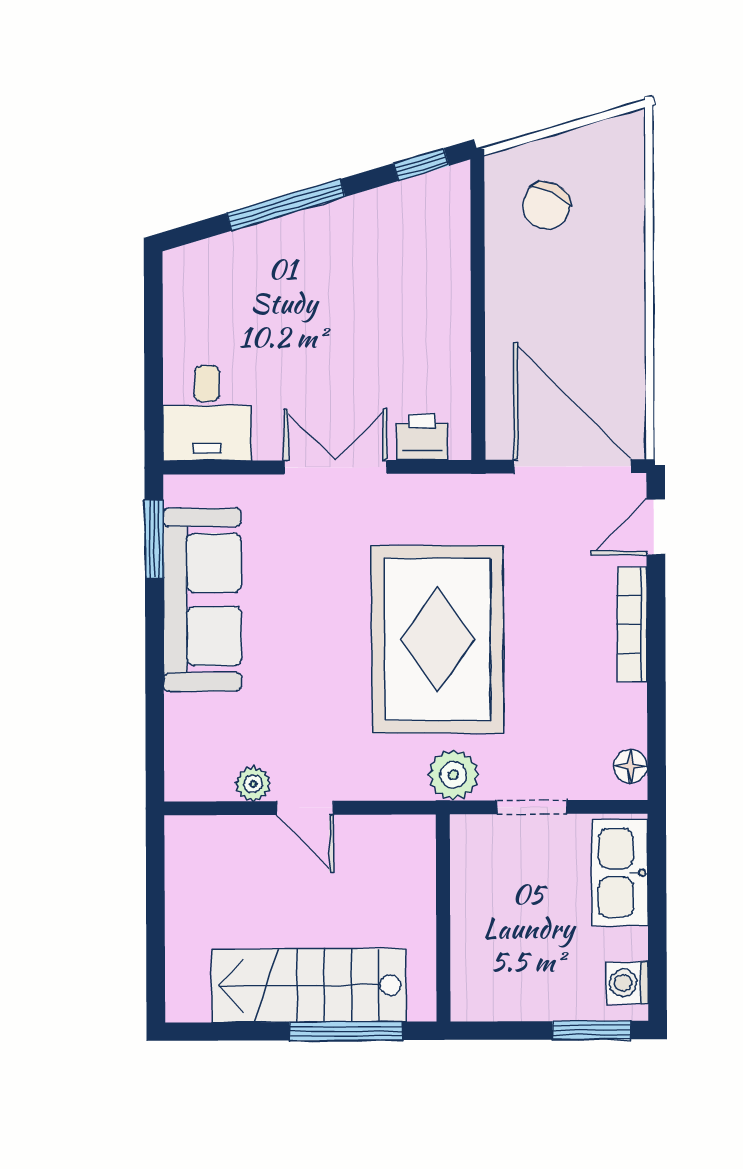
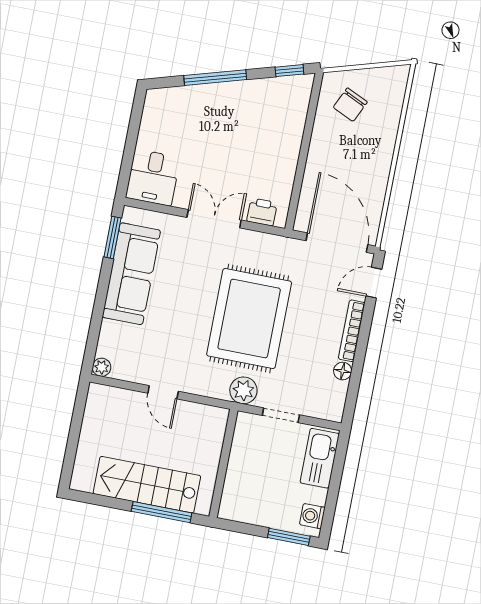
floor lamp: (631, 766) -> (343, 371), moved
plant: (253, 784) -> (102, 367), moved

